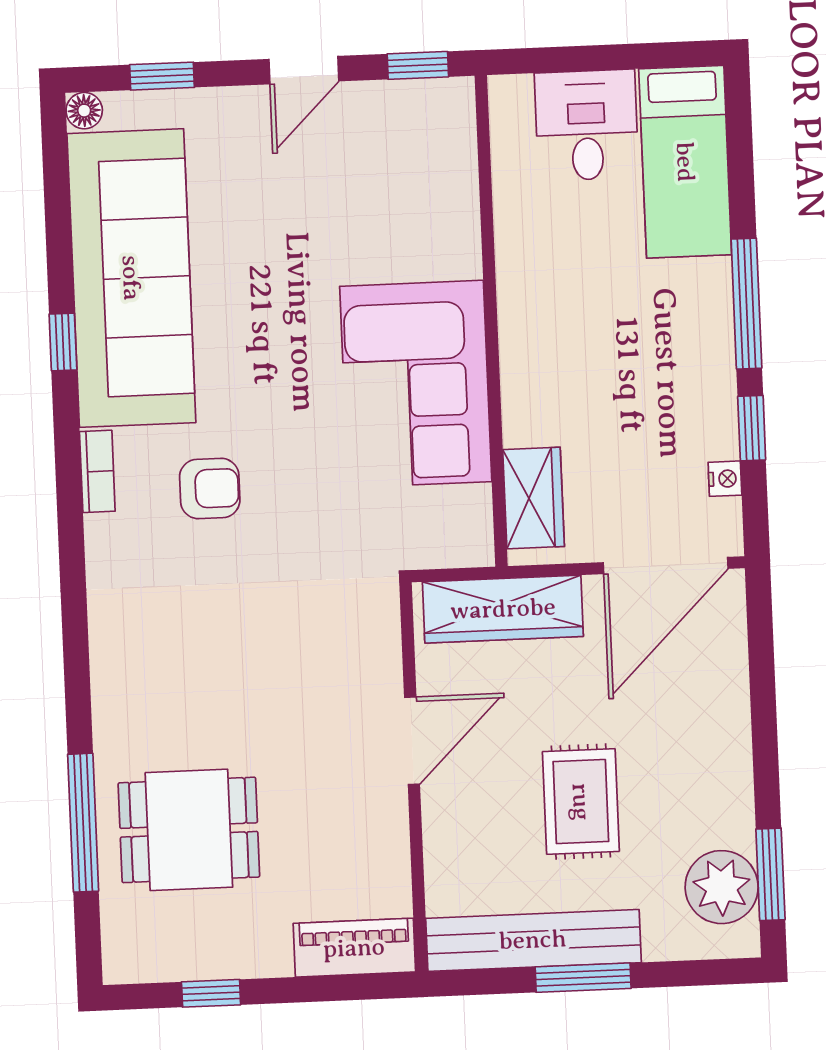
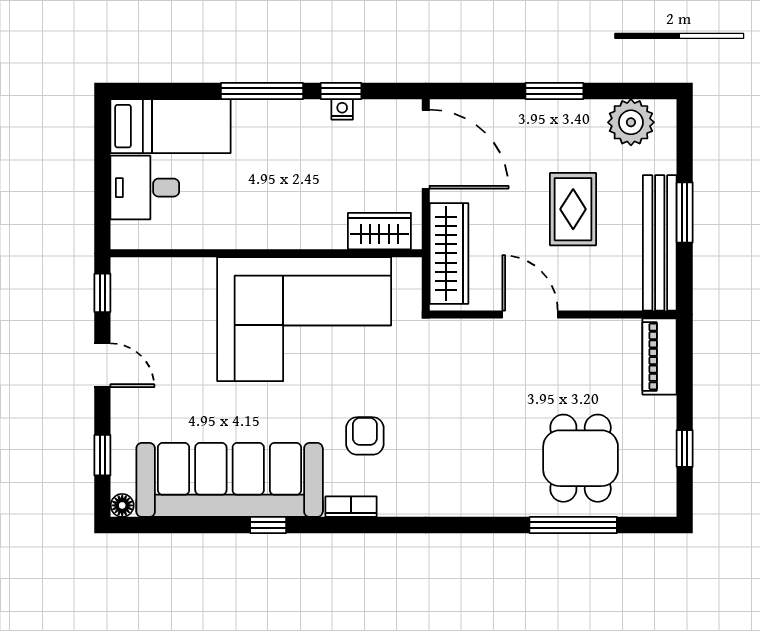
corner sofa: (416, 384) -> (304, 319), width x1.36, depth x1.36
nightstand: (725, 479) -> (342, 109), moved
rug: (581, 802) -> (573, 209), turned 90
window: (770, 874) -> (554, 91), moved

